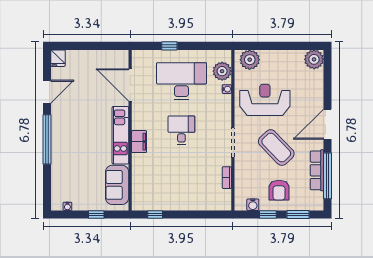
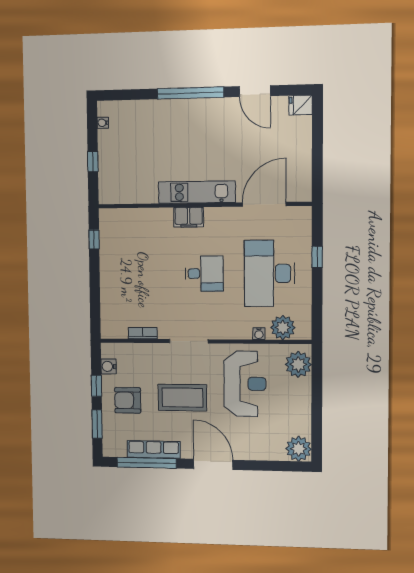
desk: (181, 81) -> (269, 273), turned 180
coffee table: (276, 148) -> (182, 398), turned 44
sofa: (117, 185) -> (132, 189), removed

